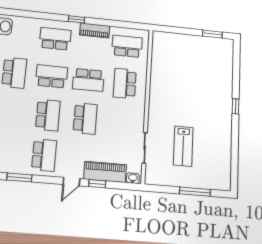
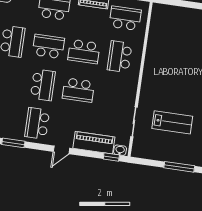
school desk: (85, 119) -> (78, 90), turned 90
lab bench: (183, 146) -> (172, 122), turned -90
school desk: (44, 155) -> (37, 123), turned 180
window: (97, 184) -> (111, 157), moved

